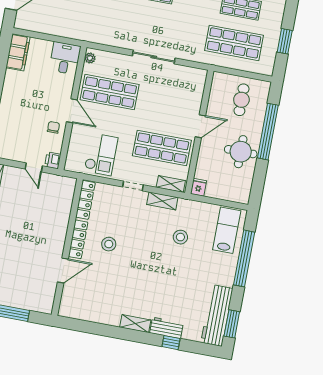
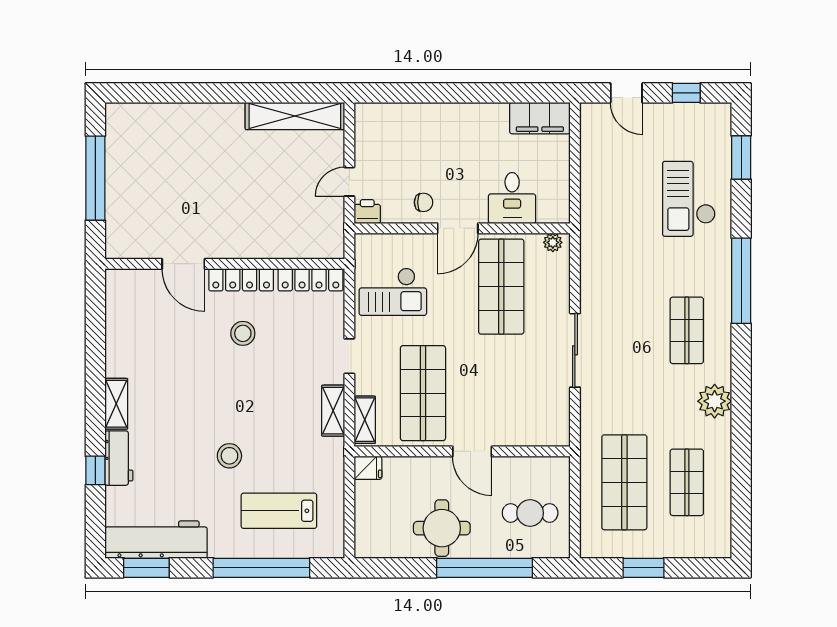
desk: (65, 58) -> (512, 198), moved, turned 90
lab bench: (227, 230) -> (279, 511), moved, turned 180
stool: (180, 237) -> (229, 456), moved

